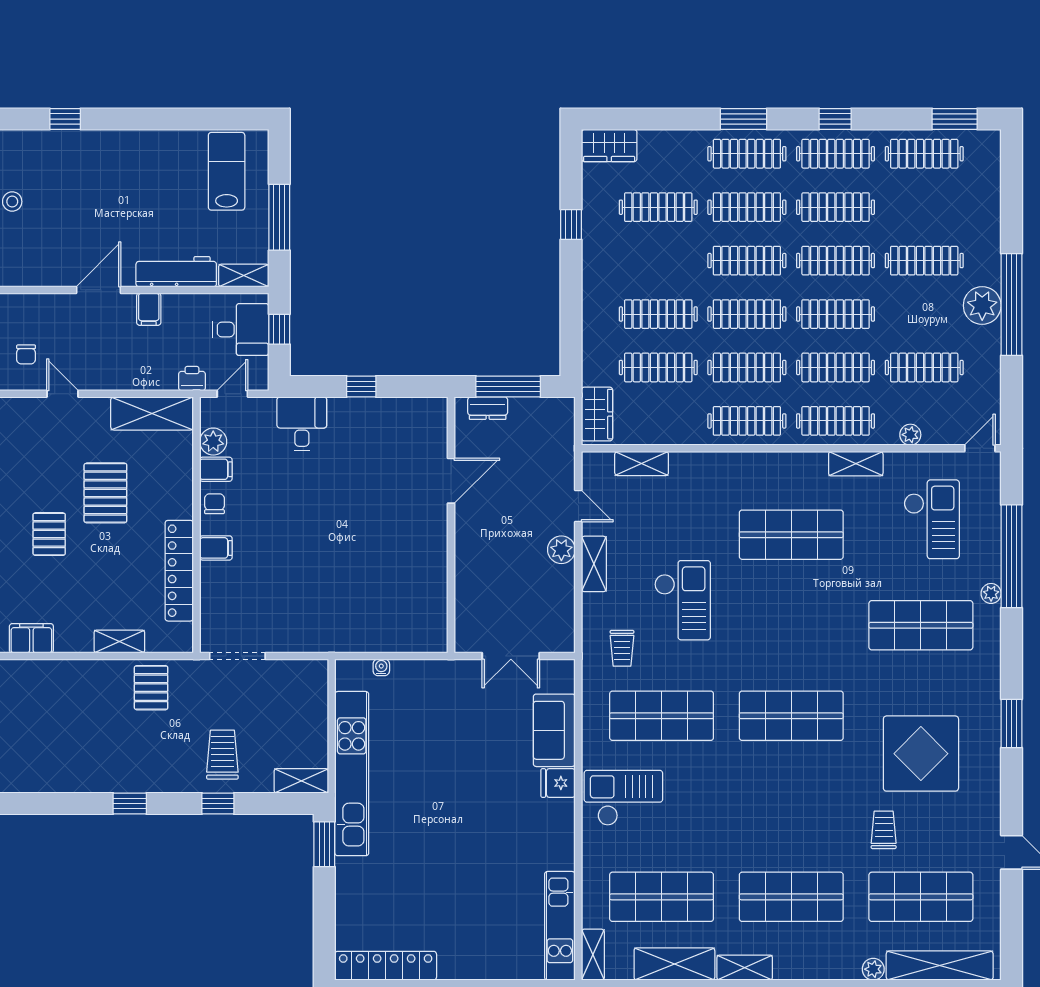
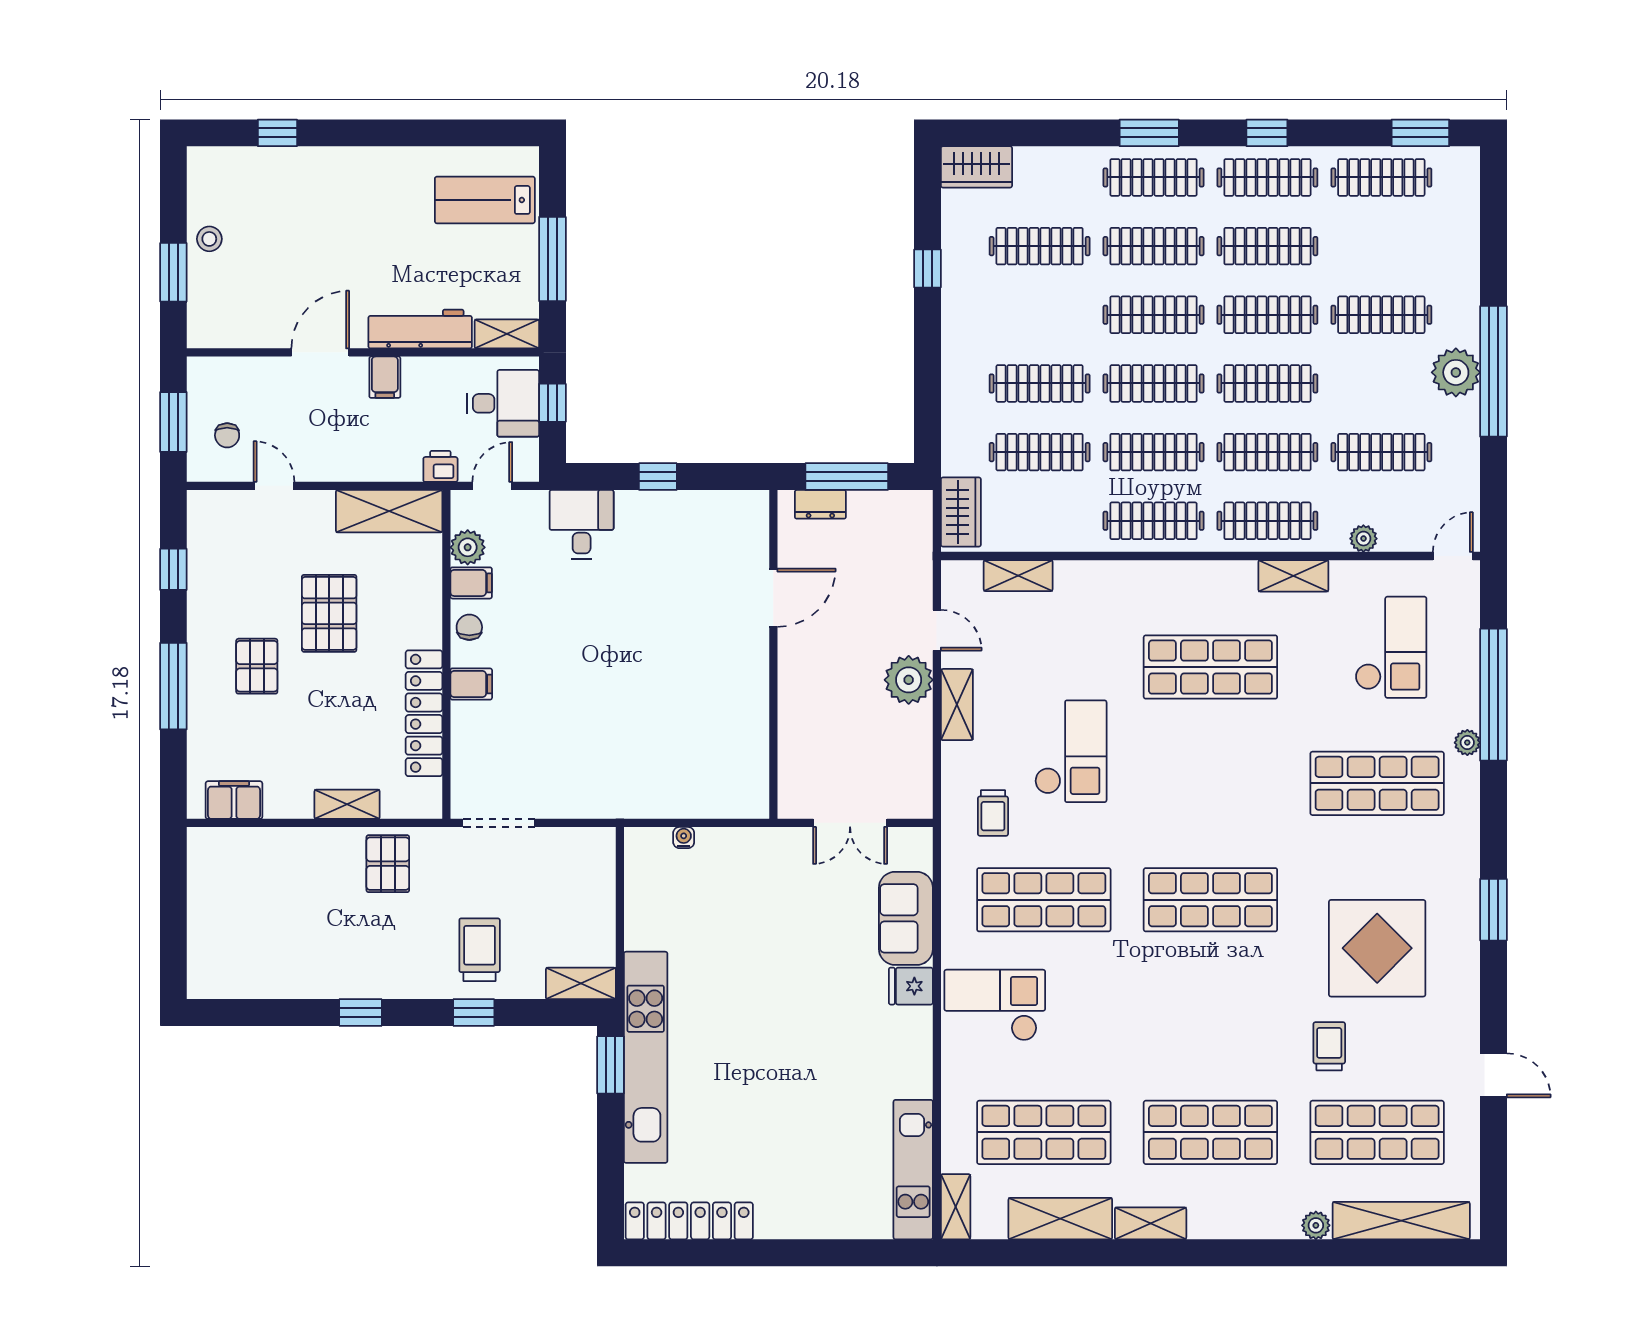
lab bench: (227, 171) -> (485, 200), turned -90
plant: (561, 550) -> (909, 680), width x1.36, depth x1.36
kitchen unit: (352, 774) -> (646, 1057), moved

